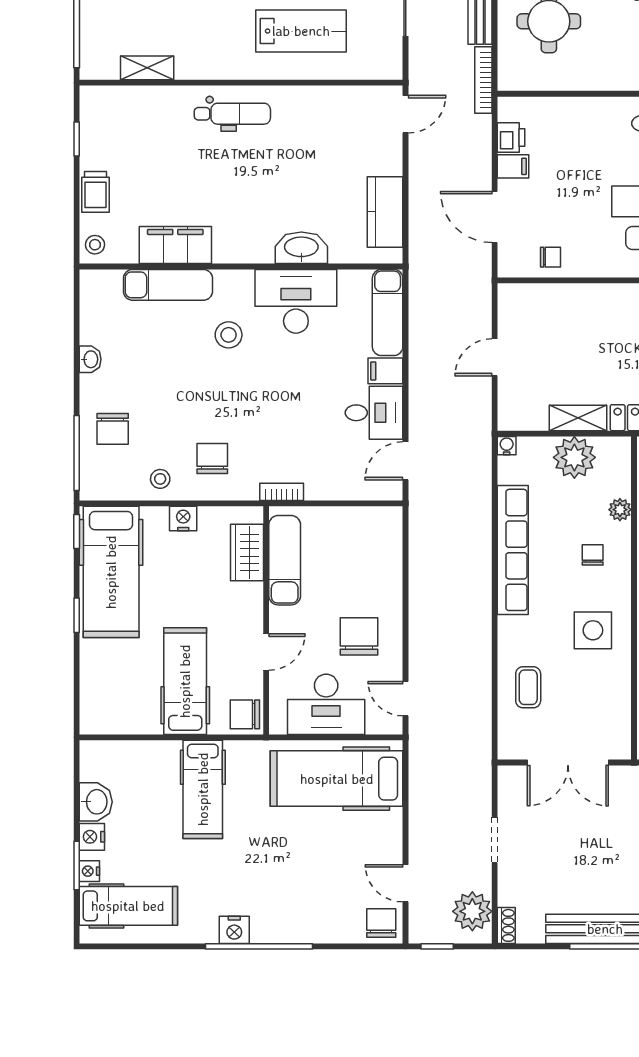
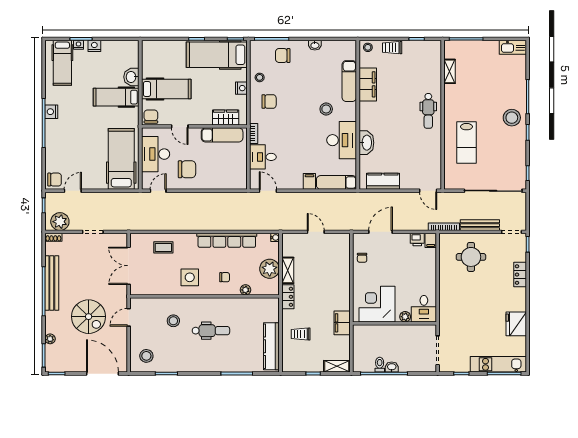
filing cabinet: (513, 166) -> (431, 240), moved
desk: (374, 413) -> (263, 157), moved, turned 90
washbasin: (96, 802) -> (131, 77), moved, turned 90

